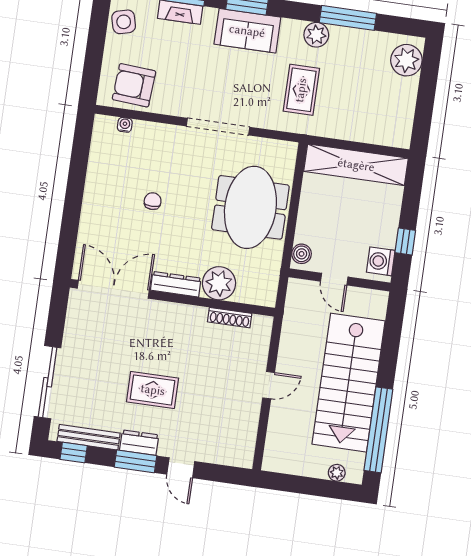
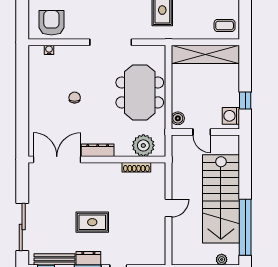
armchair: (134, 85) -> (51, 23), turned 86
coffee table: (391, 126) -> (225, 26), added
plant: (219, 283) -> (143, 145), moved

